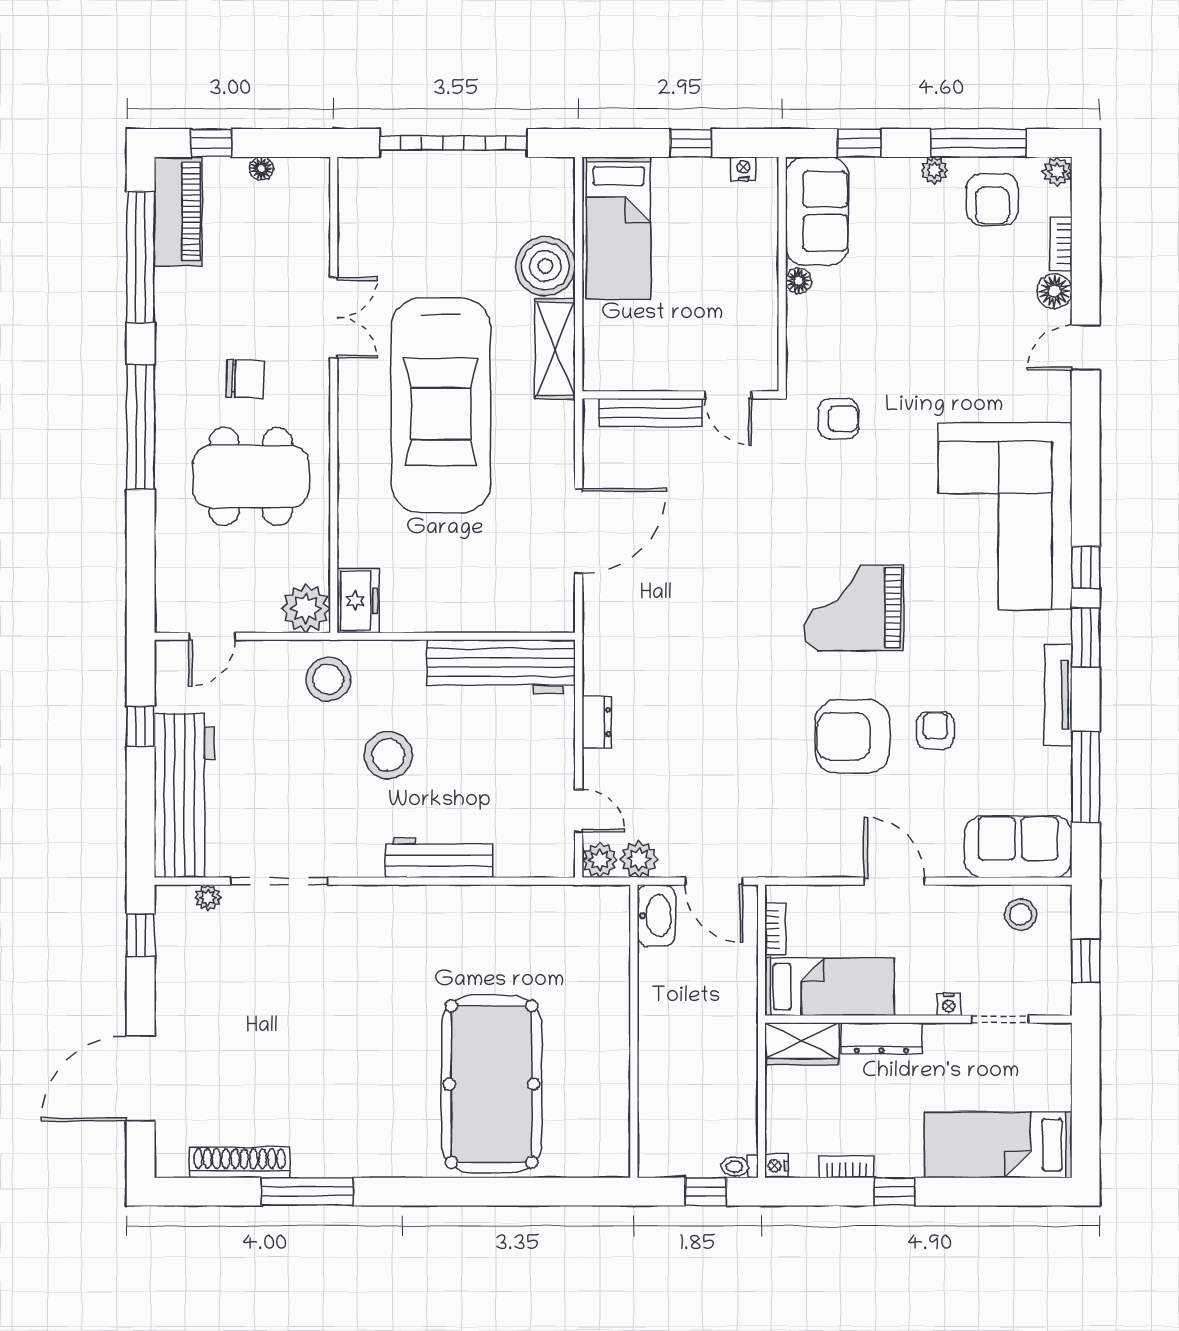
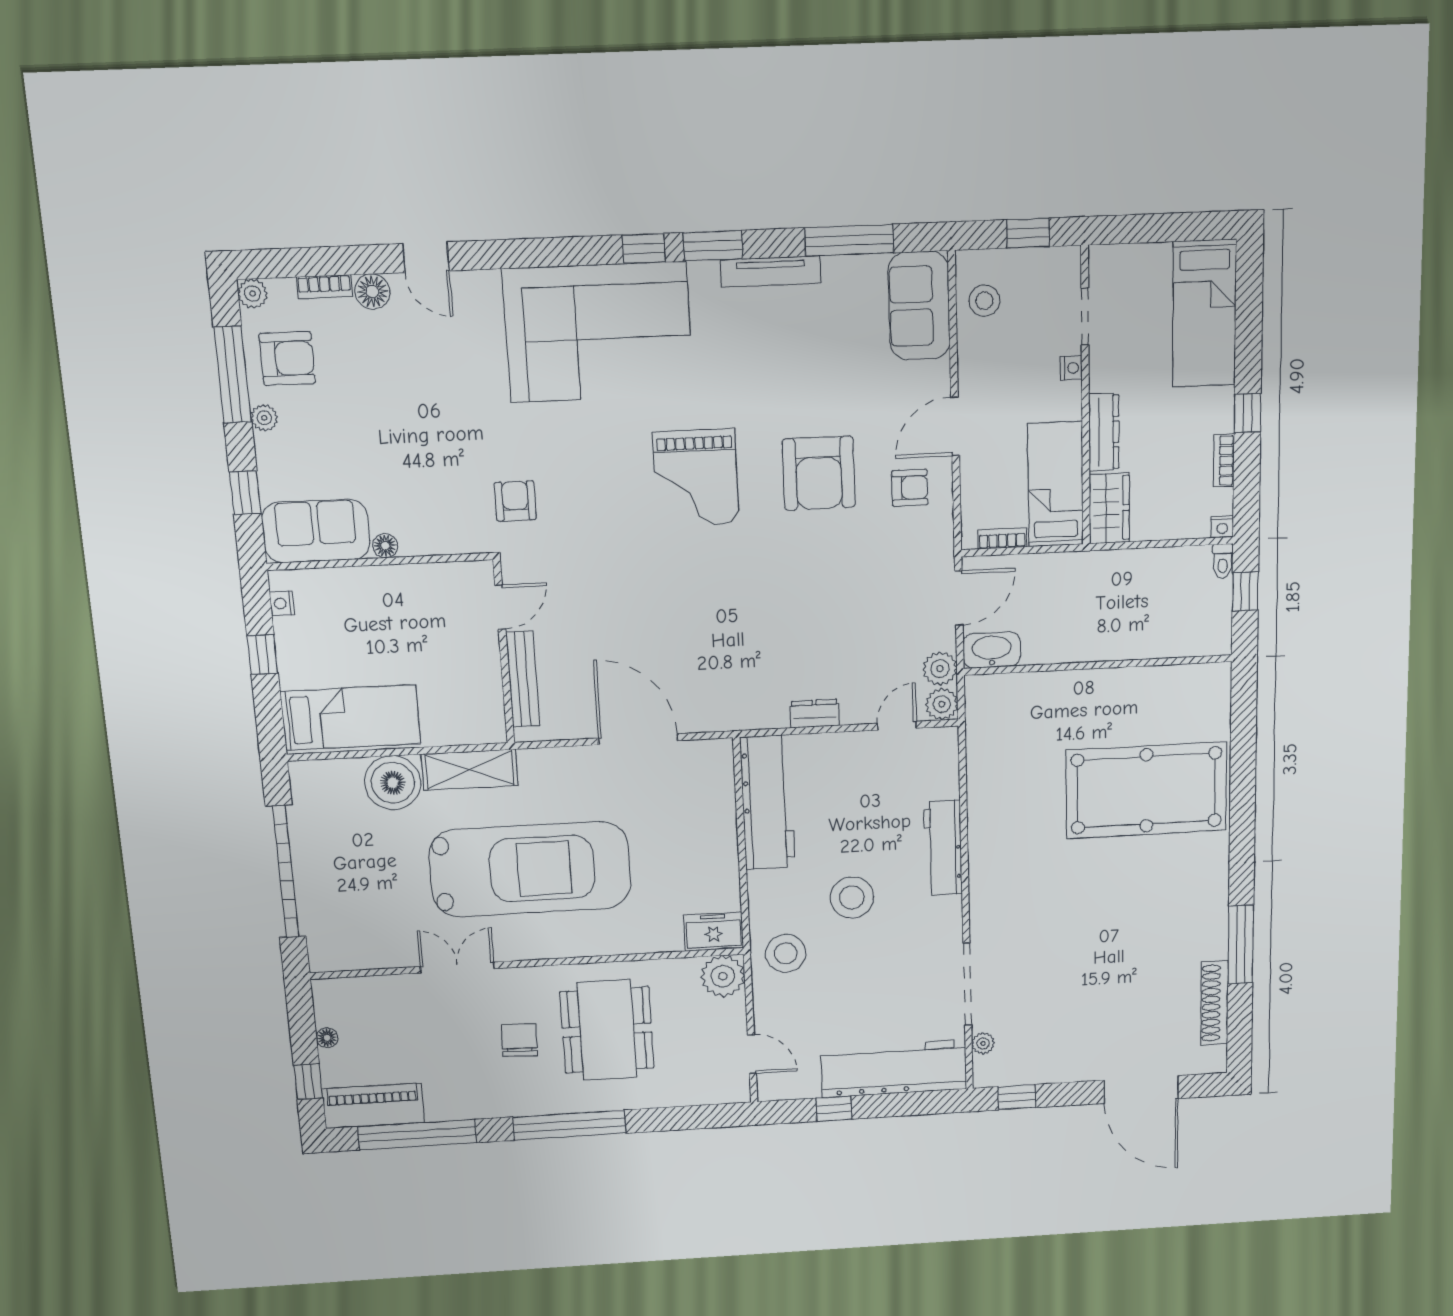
armchair: (935, 730) -> (910, 488), moved, turned 180

